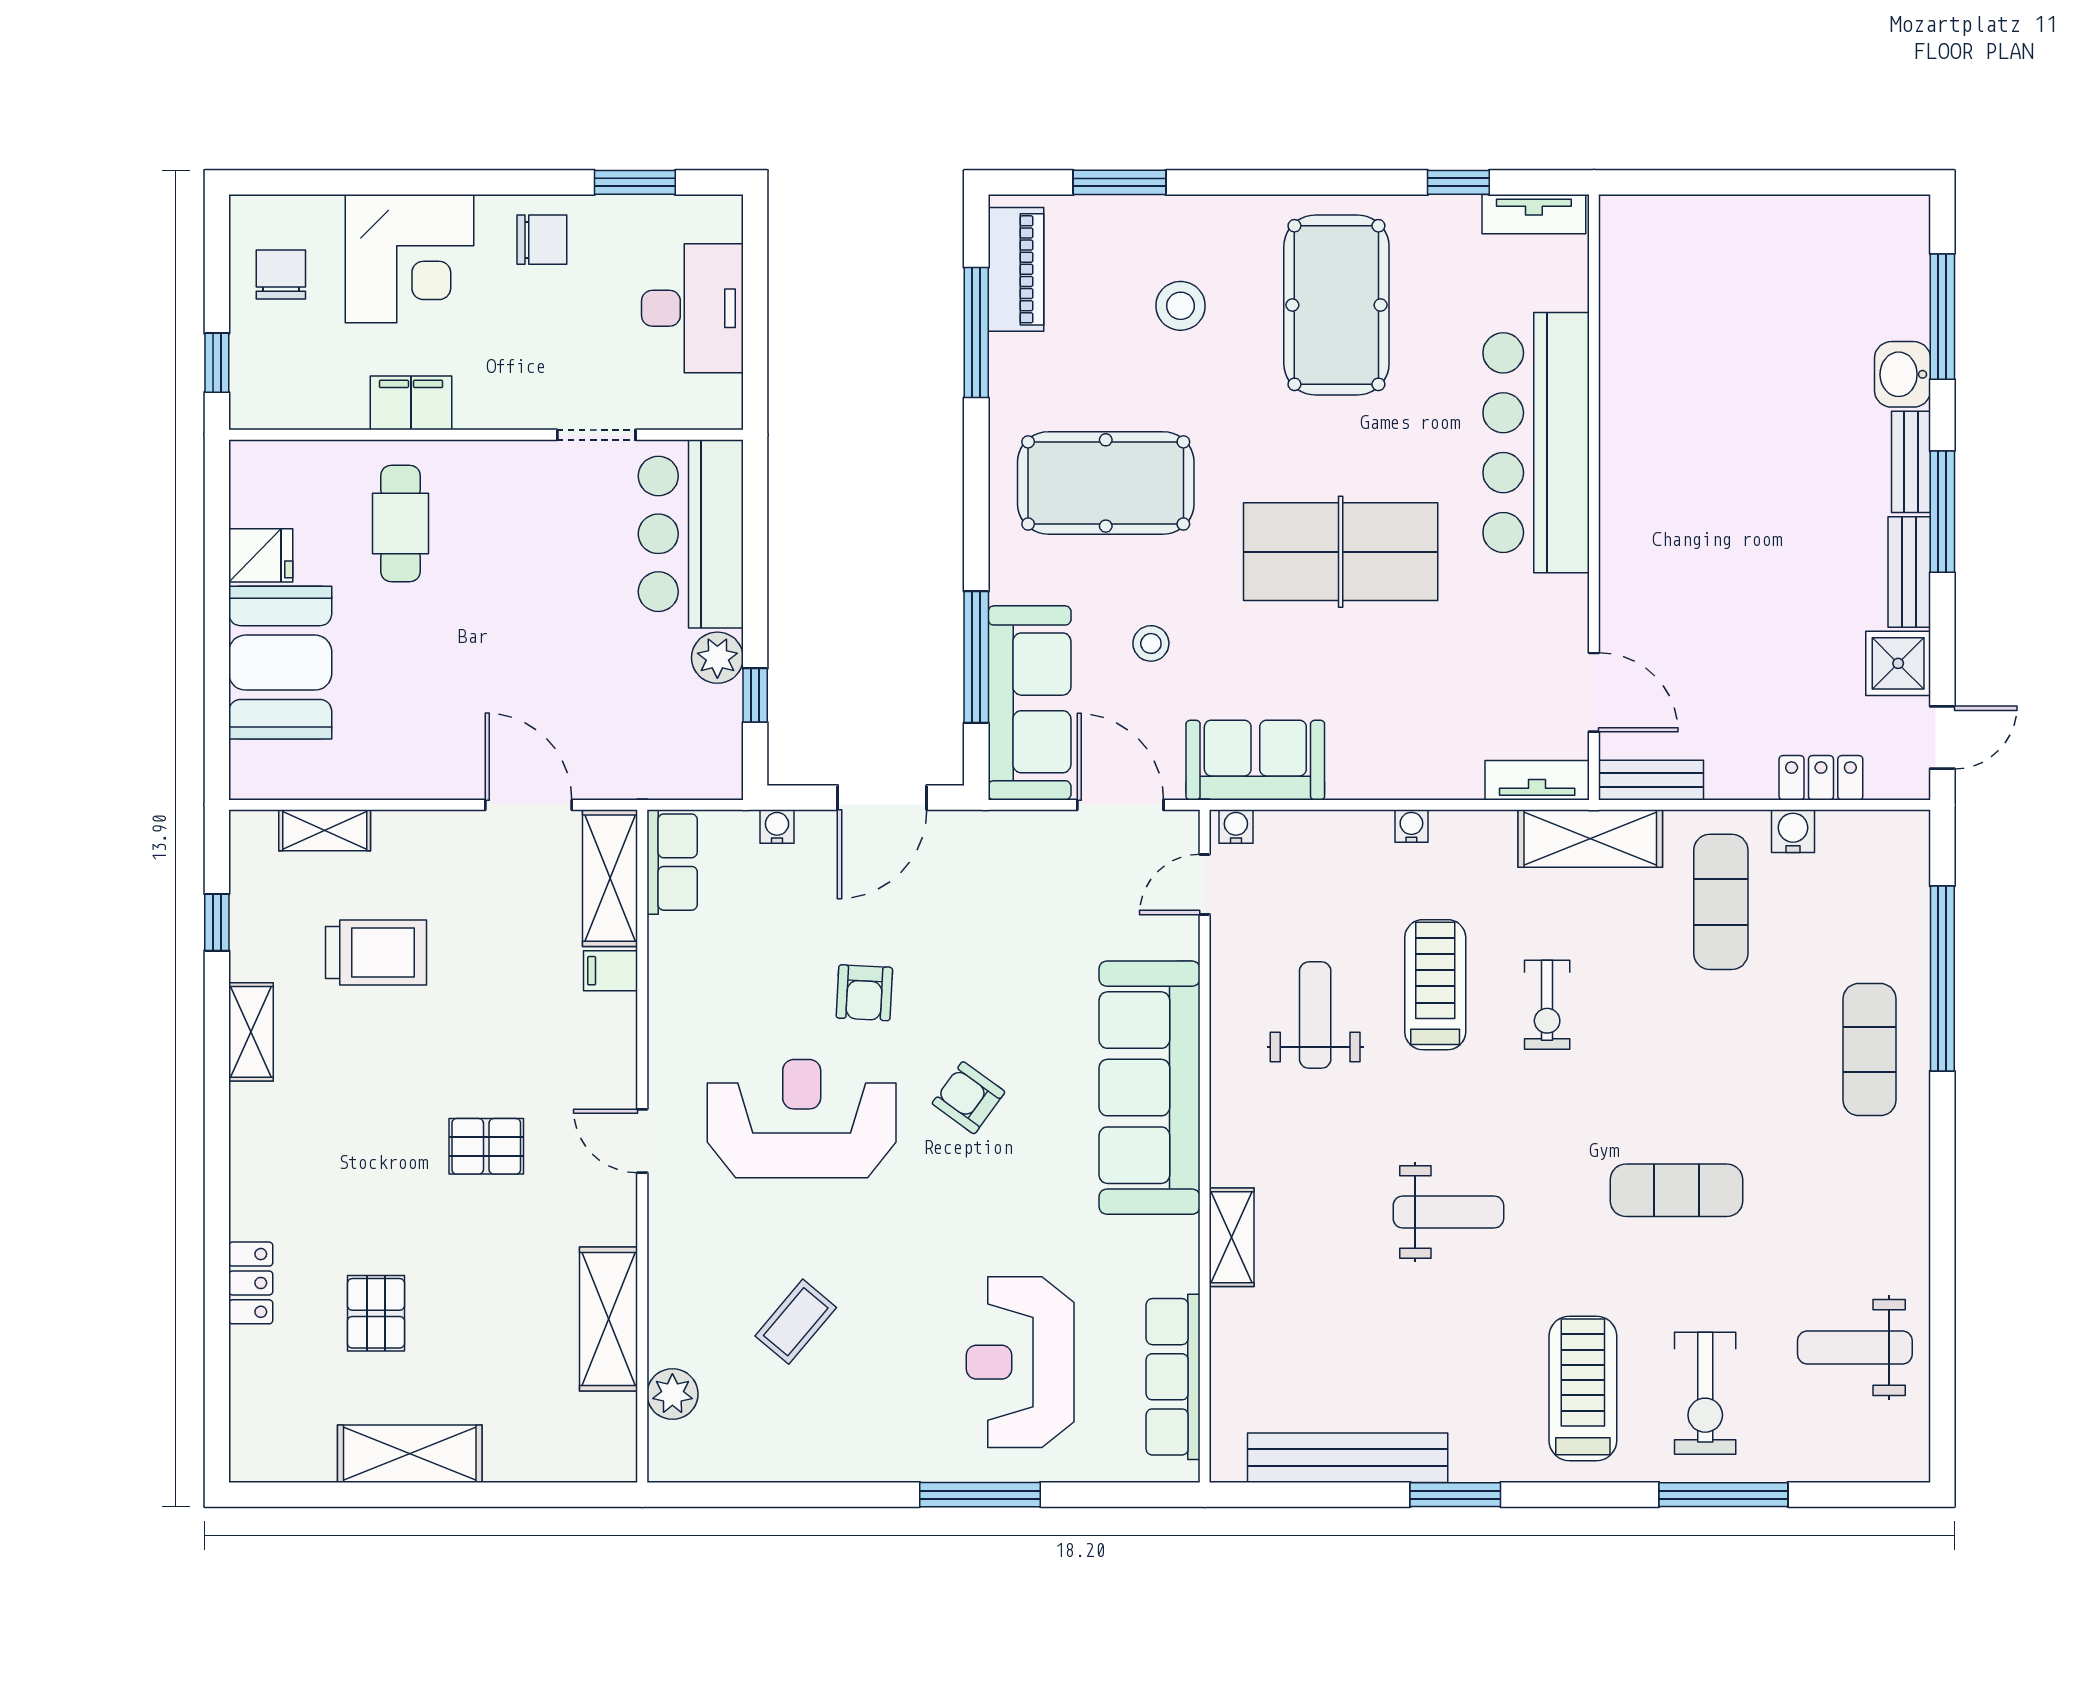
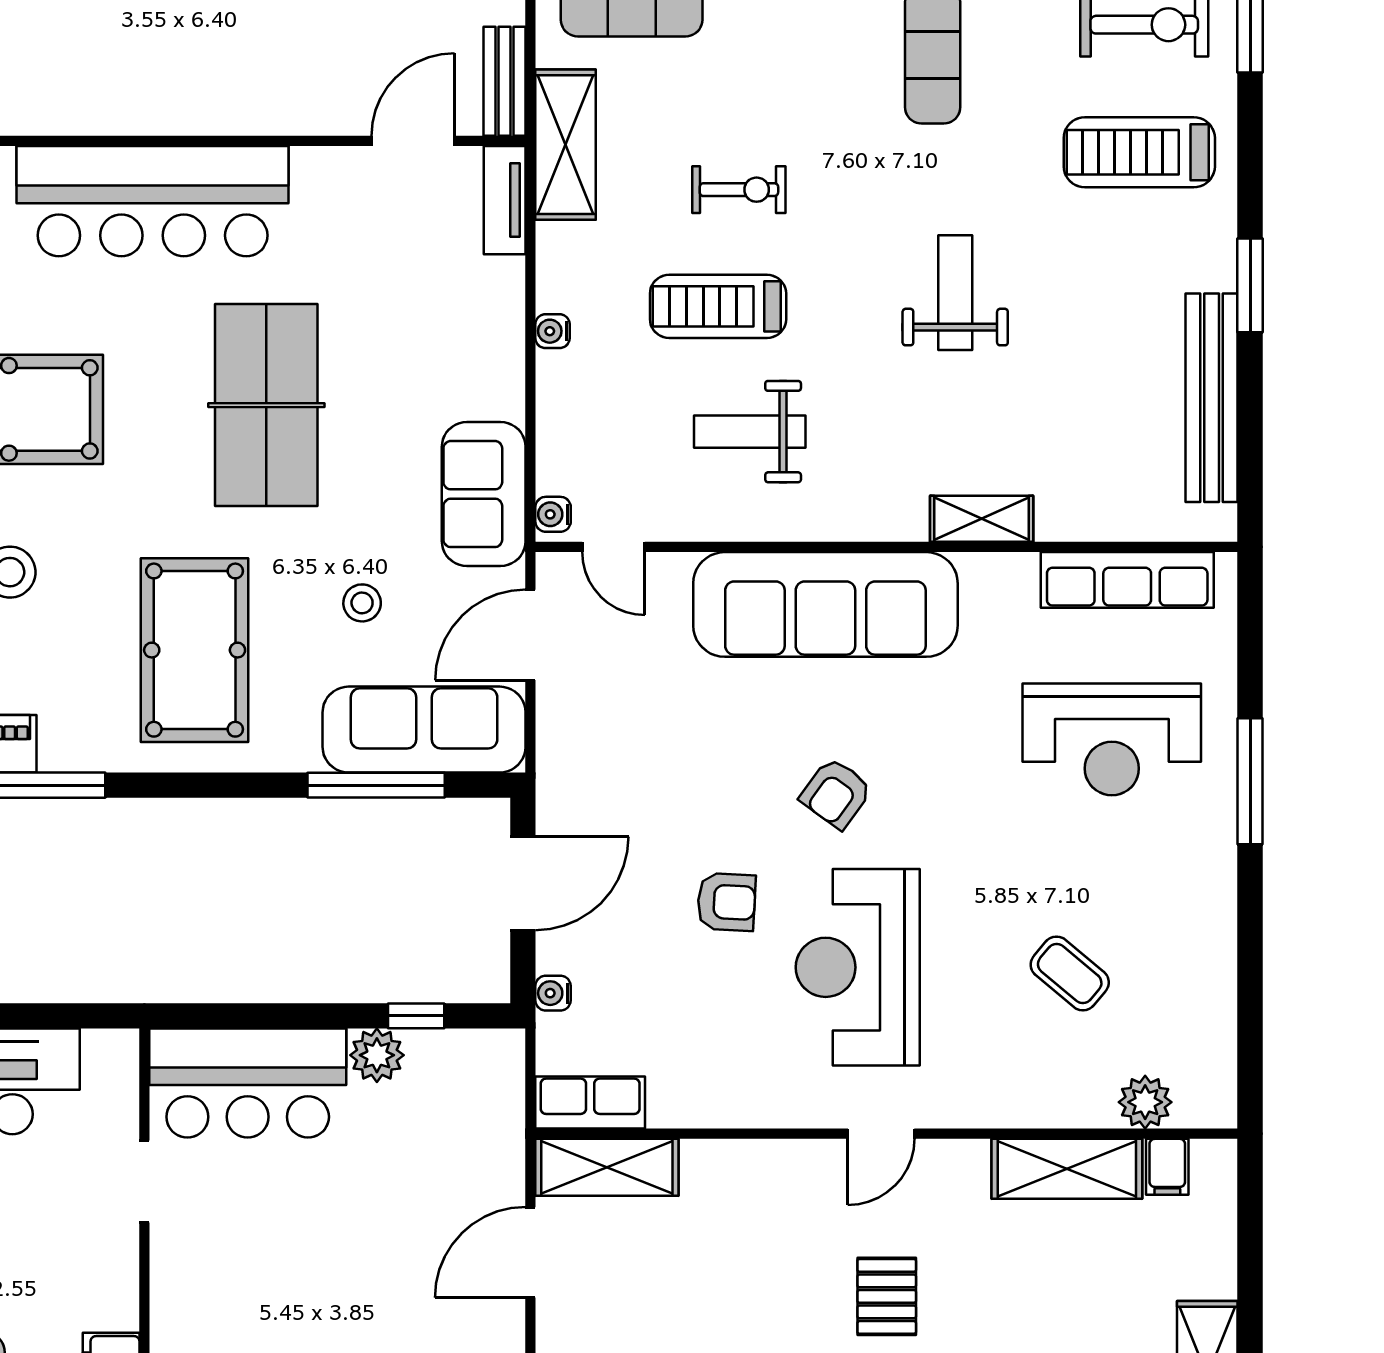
door: (882, 798) -> (523, 883), hinge flipped
filing cabinet: (610, 971) -> (1167, 1167), moved

